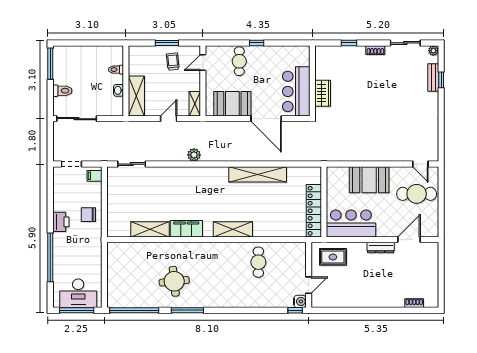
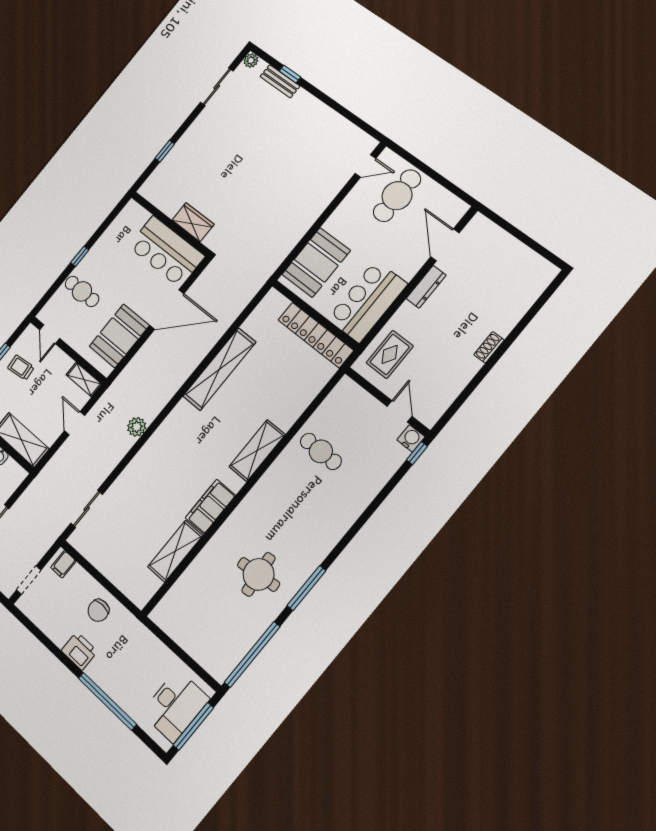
shoe rack: (375, 50) -> (196, 127), removed
booth: (369, 180) -> (316, 262), moved
shoe rack: (414, 303) -> (489, 347), moved

